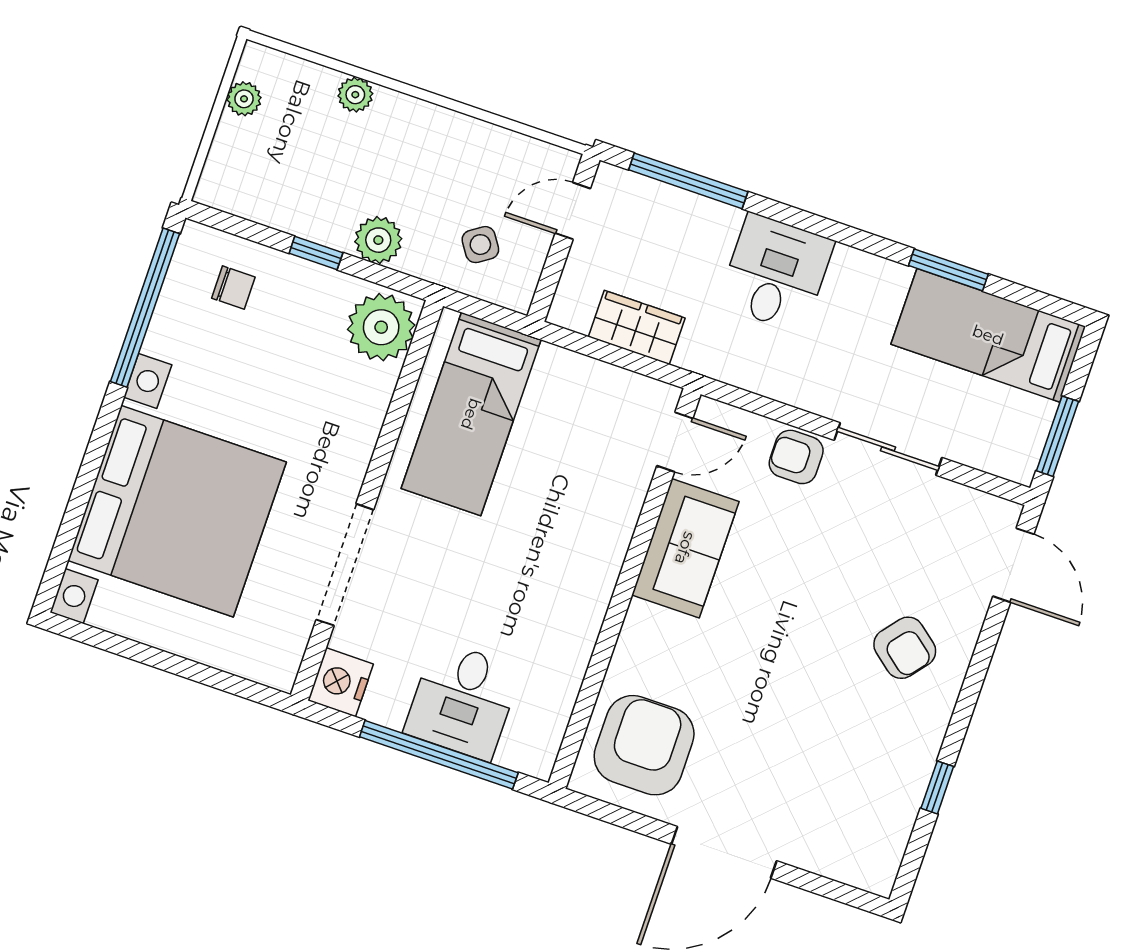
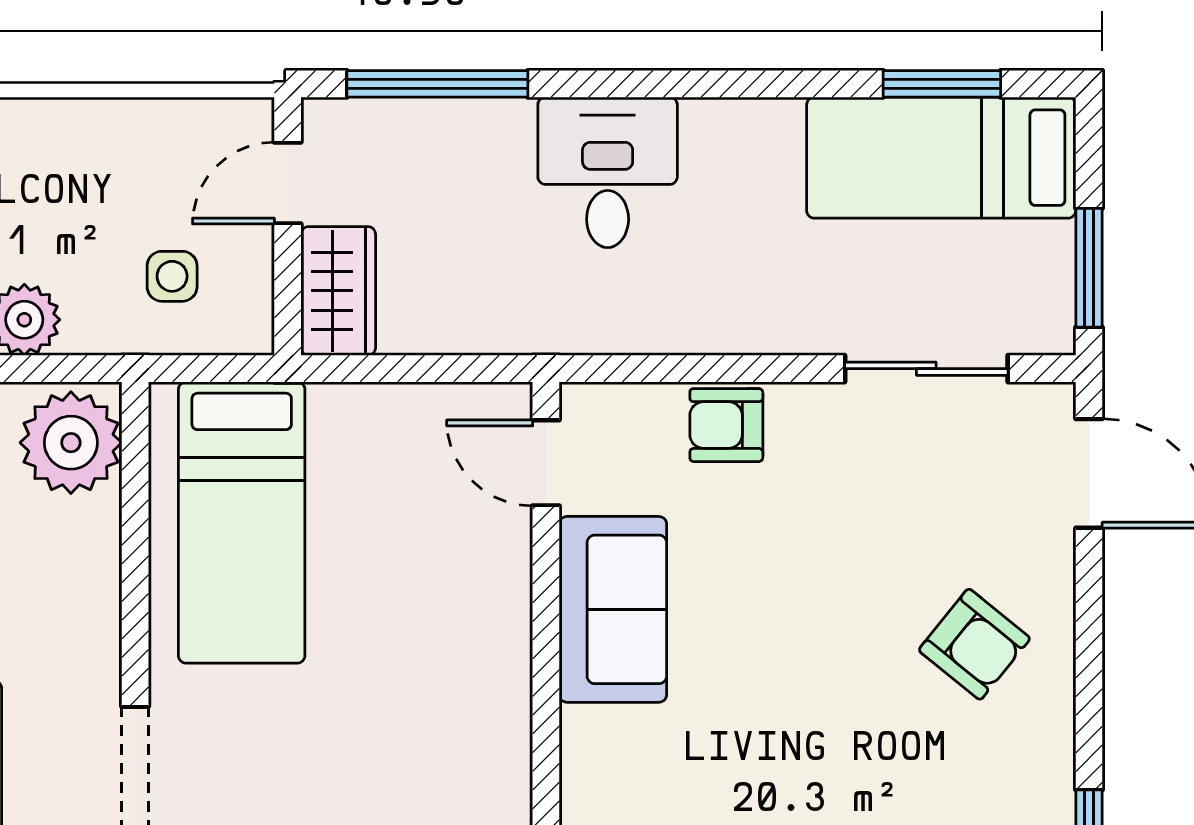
side table: (480, 245) -> (172, 276), turned 34
window: (948, 270) -> (942, 84), moved
wardrobe: (637, 327) -> (338, 291), moved, turned 90
door: (675, 442) -> (546, 463), swing flipped
sliding door: (888, 449) -> (926, 369), moved

